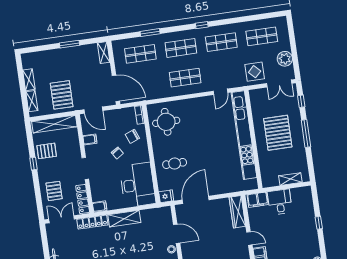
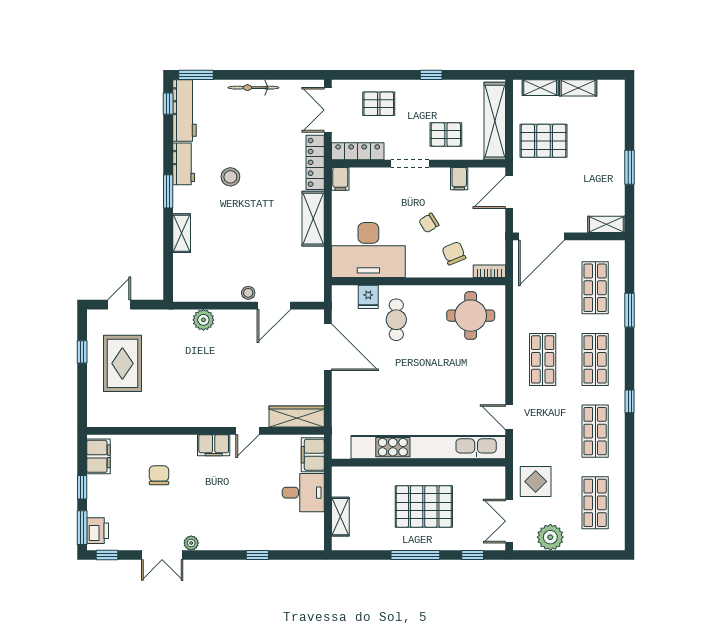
pallet: (47, 151) -> (446, 134), moved, turned 90
fridge: (166, 196) -> (368, 297), moved
double door: (62, 219) -> (328, 110), swing flipped

